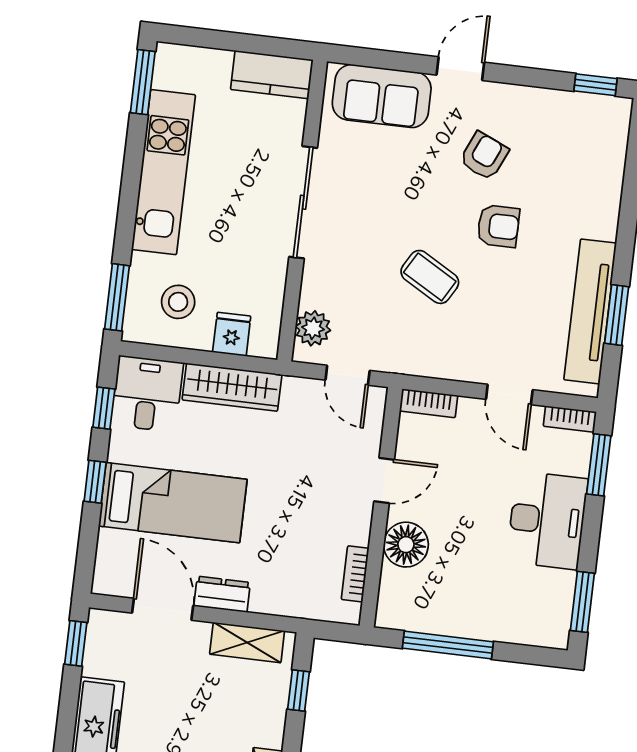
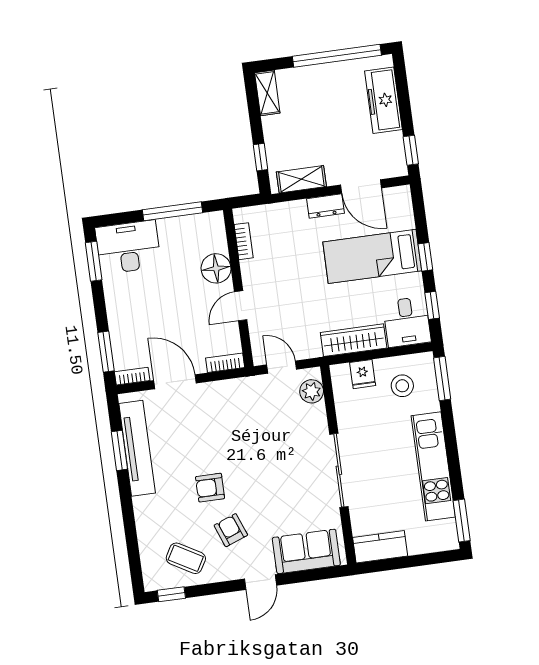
armchair: (484, 156) -> (231, 530), turned 135
coffee table: (430, 277) -> (186, 558), moved
door: (509, 395) -> (175, 382), width x1.37
desk: (547, 520) -> (128, 247), moved, turned 90

